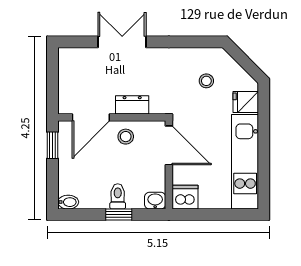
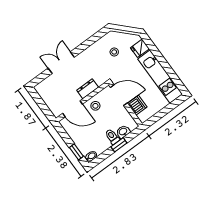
door: (91, 117) -> (73, 109), hinge flipped
window: (52, 145) -> (76, 152), moved
dishwasher: (185, 197) -> (137, 105), moved, turned 90
washbasin: (155, 201) -> (123, 132), moved

